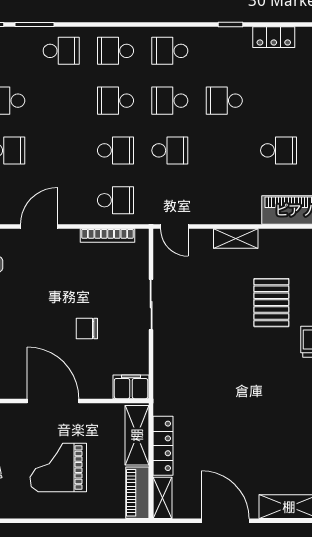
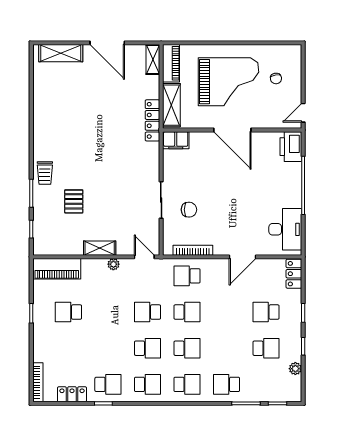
school desk: (224, 101) -> (108, 384), moved
school desk: (115, 150) -> (187, 312), turned 180
plant: (217, 216) -> (113, 264), added
pallet: (271, 303) -> (74, 201), width x0.67, depth x0.71
chair: (87, 329) -> (189, 210), moved
locker: (163, 446) -> (152, 120), moved
grand piano: (58, 467) -> (229, 82), width x1.37, depth x1.48

